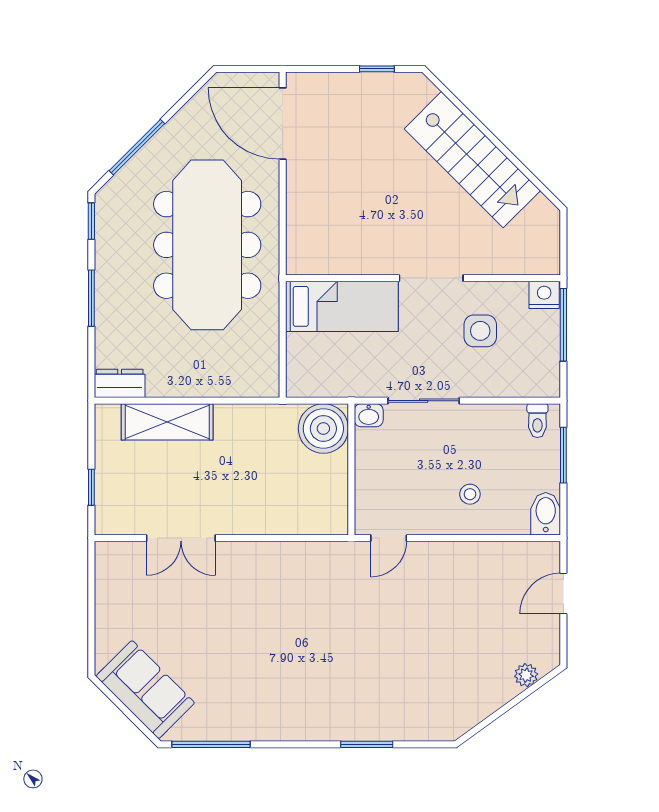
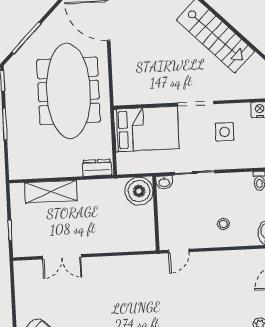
bed: (342, 306) -> (146, 129), width x1.50
dresser: (120, 383) -> (97, 168), moved

